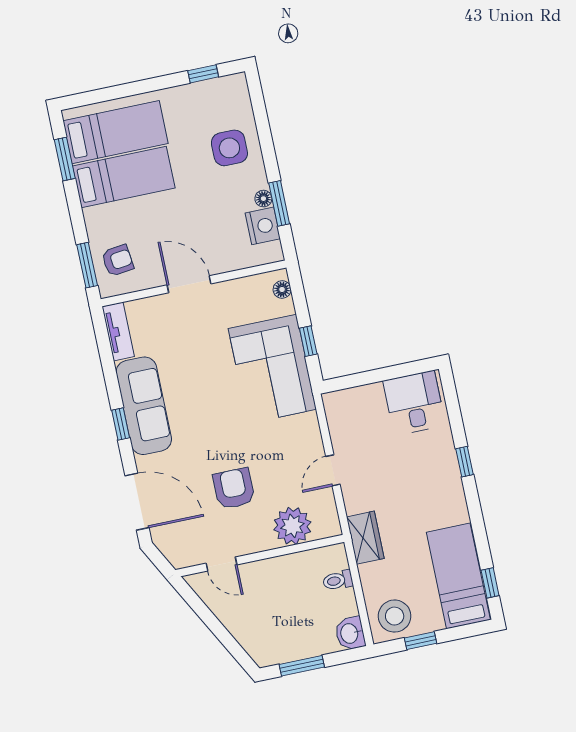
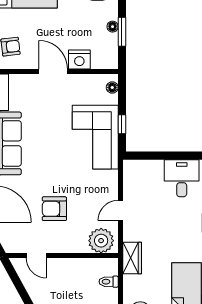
nightstand: (263, 226) -> (79, 60), moved, turned 90
armchair: (234, 489) -> (54, 209), turned -90
plant: (292, 526) -> (101, 241), moved

